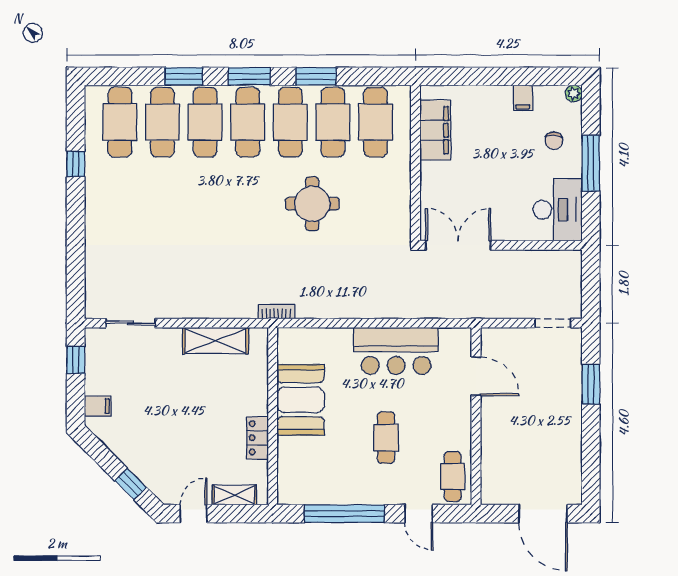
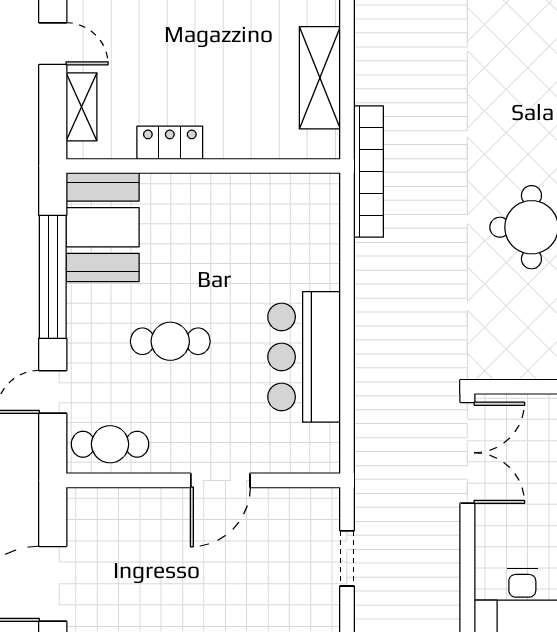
bookcase: (276, 311) -> (369, 172), width x2.31, depth x1.31
doorway: (553, 323) -> (347, 558), moved
door: (476, 376) -> (220, 480), moved
booth: (301, 400) -> (103, 227), moved, turned 90

